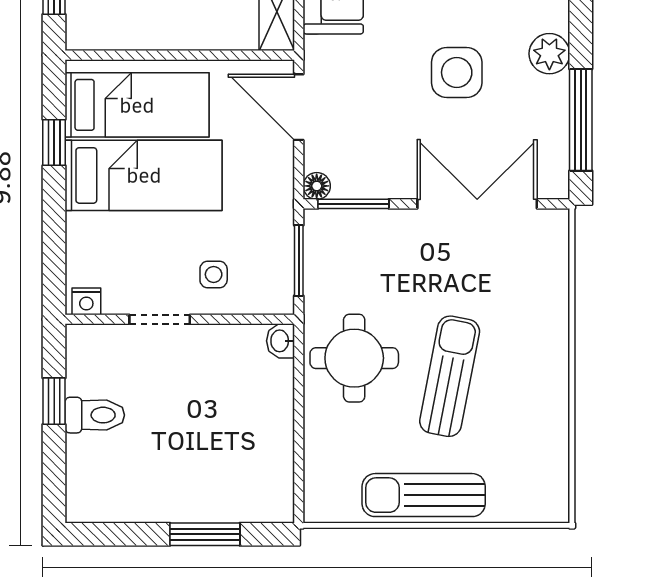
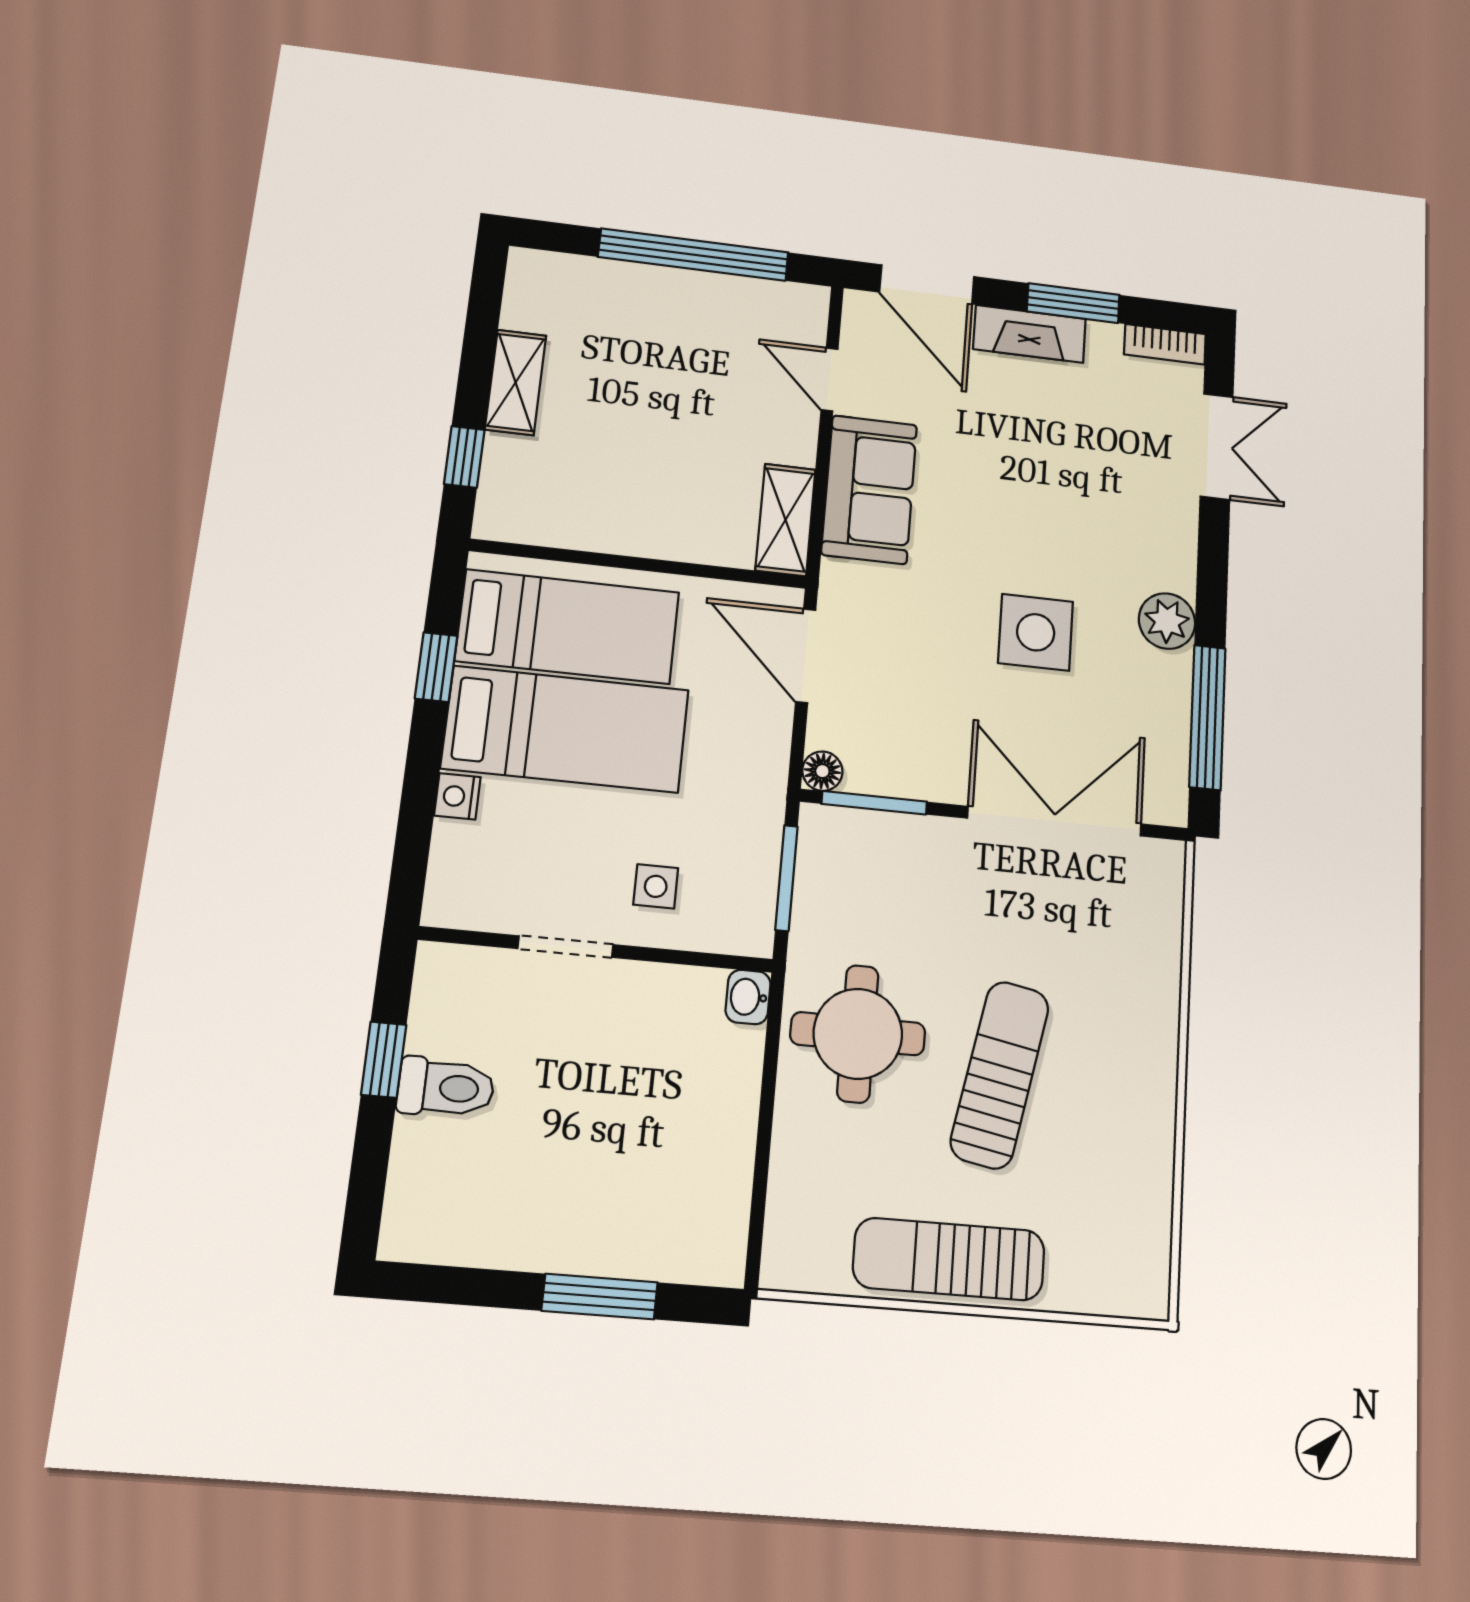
nightstand: (86, 301) -> (457, 796), moved, turned 90

